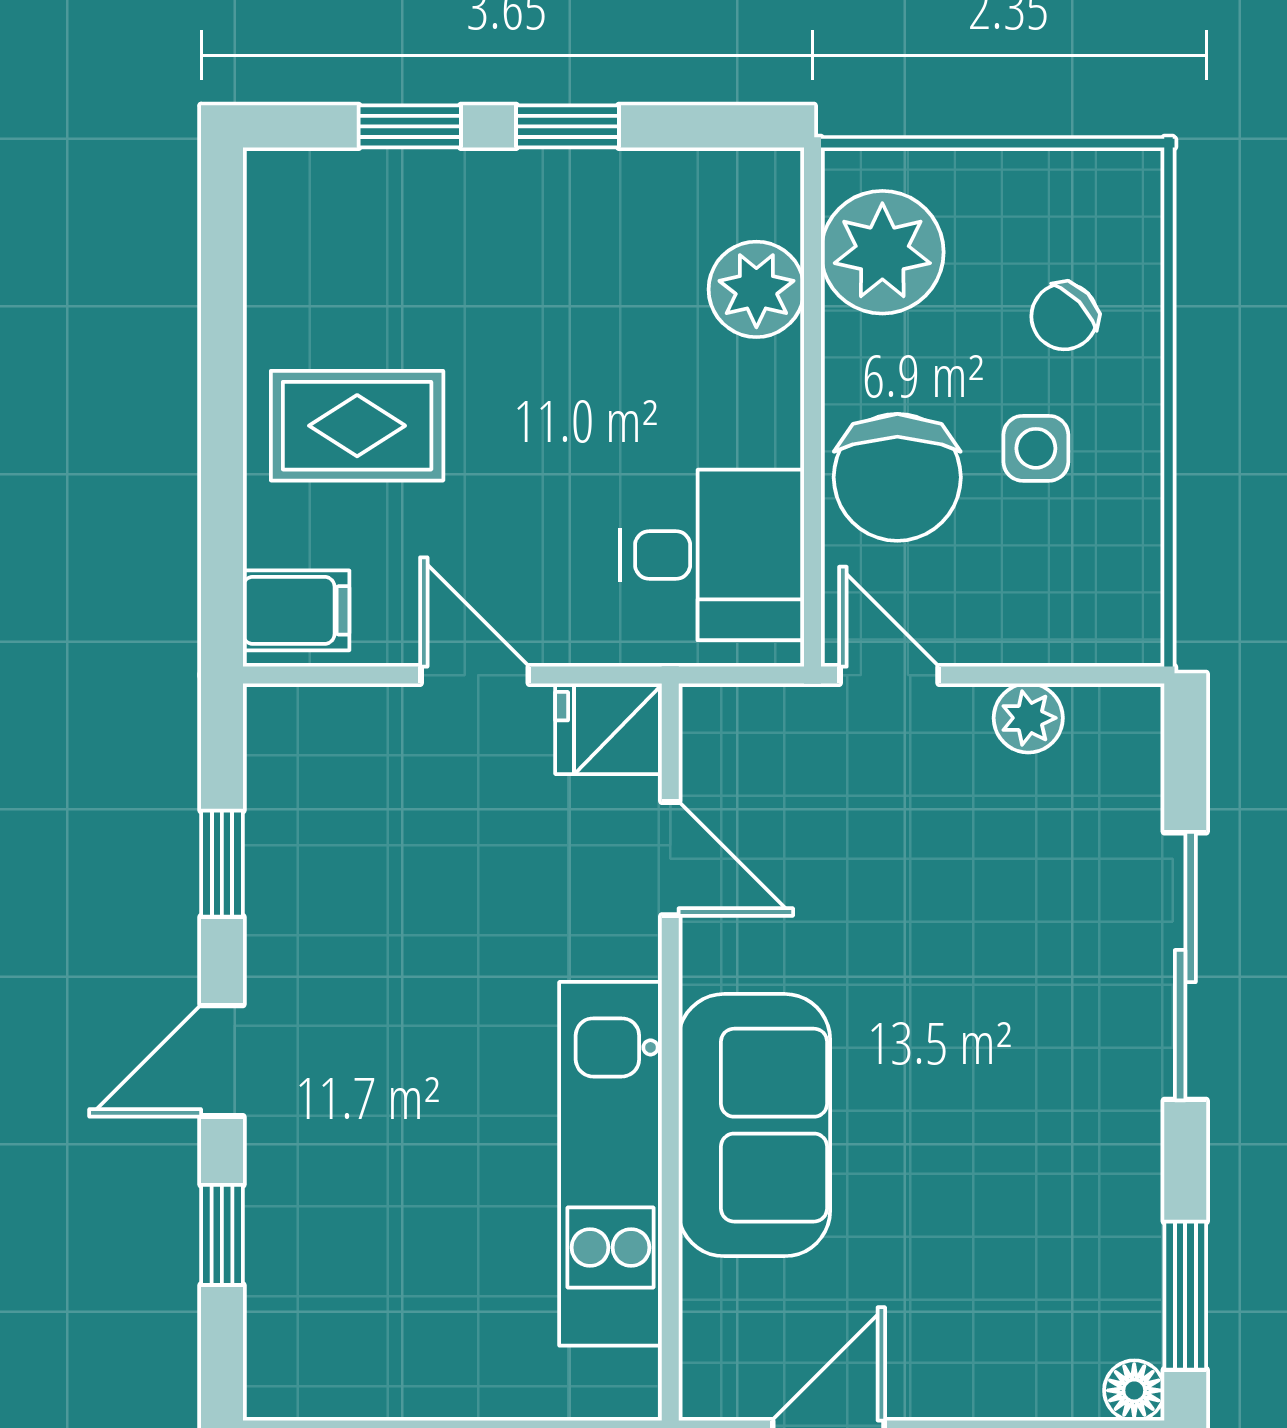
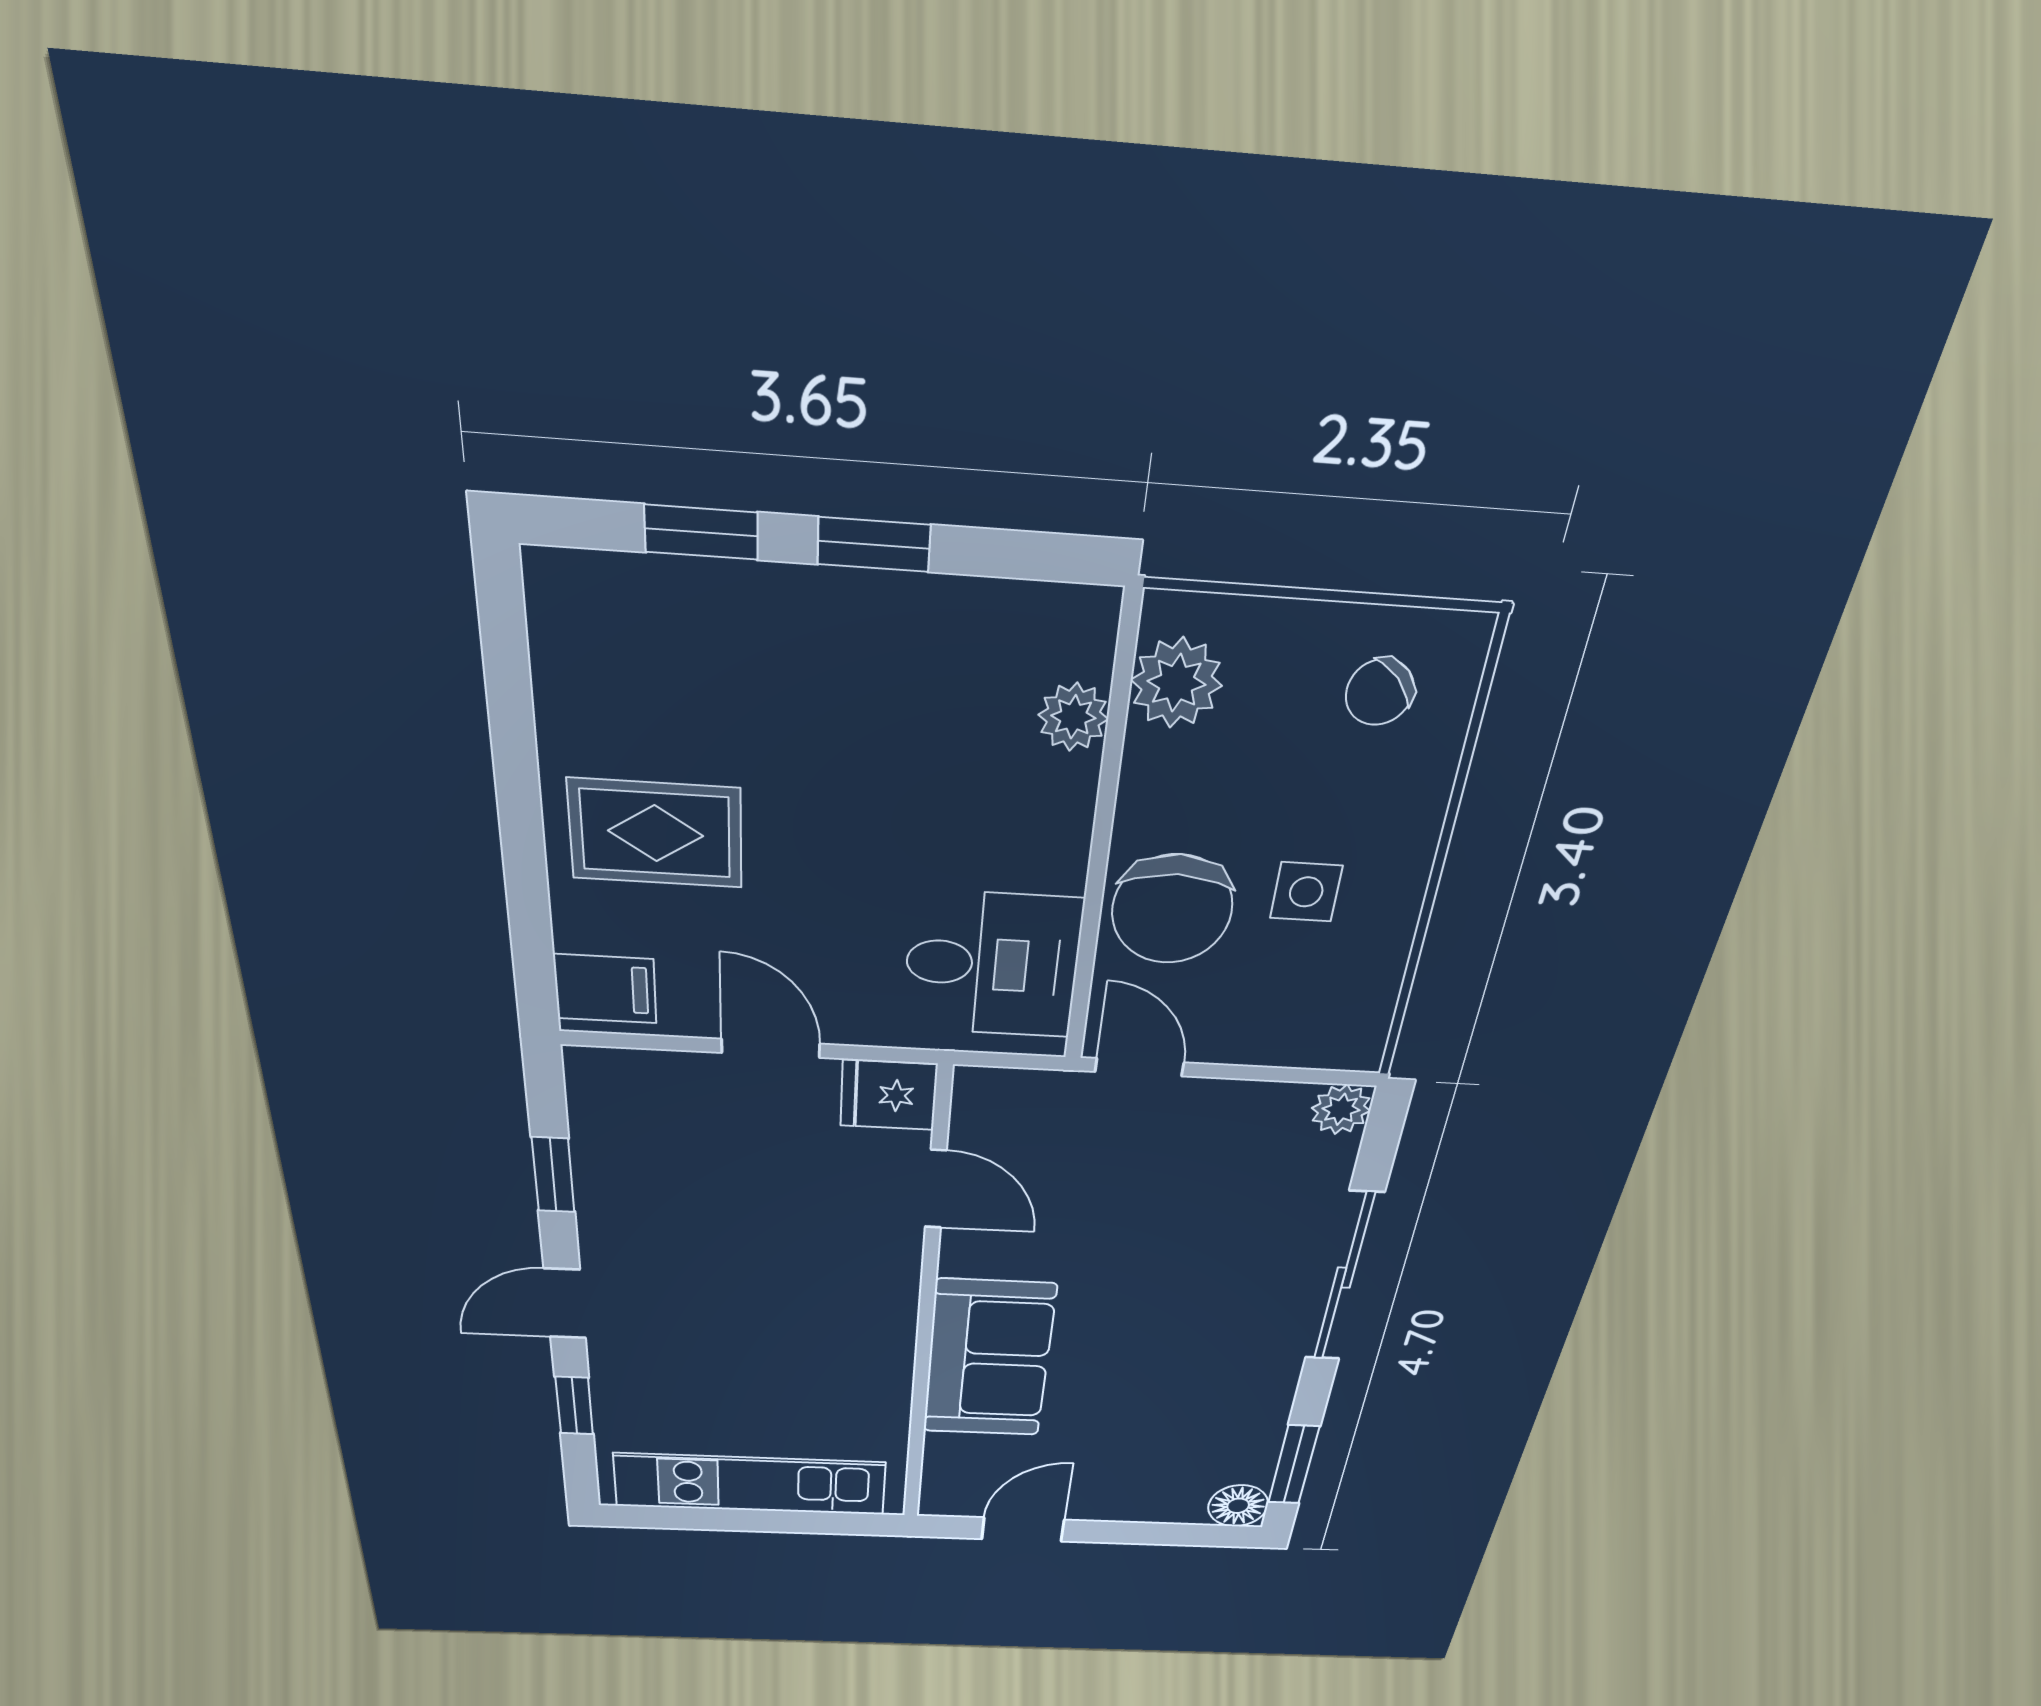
plant: (882, 252) -> (1177, 683), width x0.73, depth x0.73
plant: (756, 289) -> (1073, 717), width x0.73, depth x0.73
chair: (1064, 316) -> (1380, 692), moved
plant: (1028, 718) -> (1341, 1109), moved
kitchen unit: (611, 1164) -> (750, 1484), moved, turned 90
floor lamp: (1134, 1390) -> (1238, 1506), width x1.37, depth x1.37

